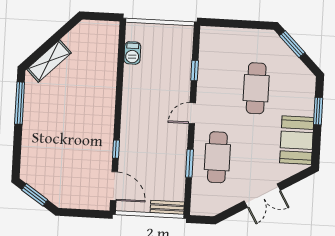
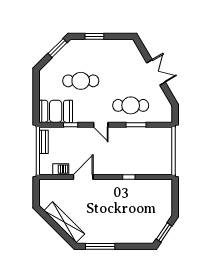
window: (292, 44) -> (58, 48), moved
shelving: (49, 61) -> (64, 222), width x1.47
booth: (297, 140) -> (56, 111), moved
door: (114, 186) -> (83, 177), moved
bench: (167, 207) -> (43, 142), moved

